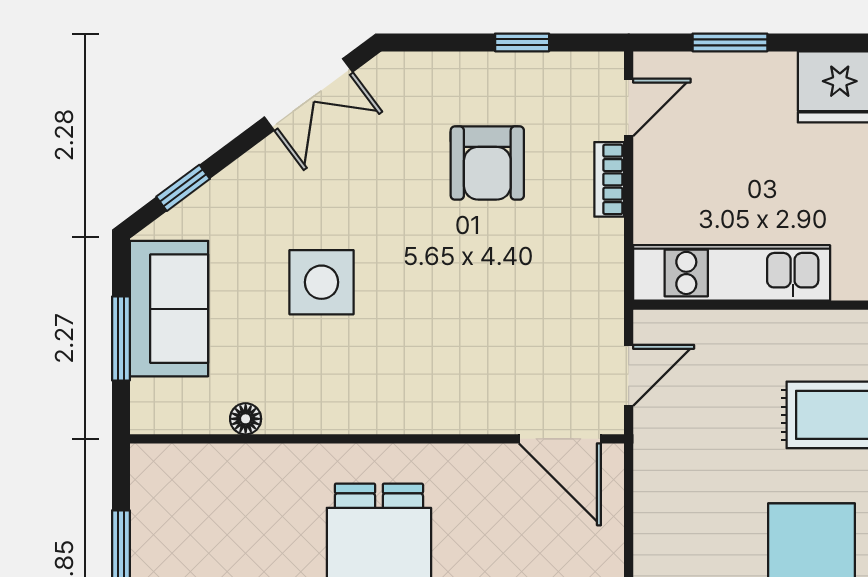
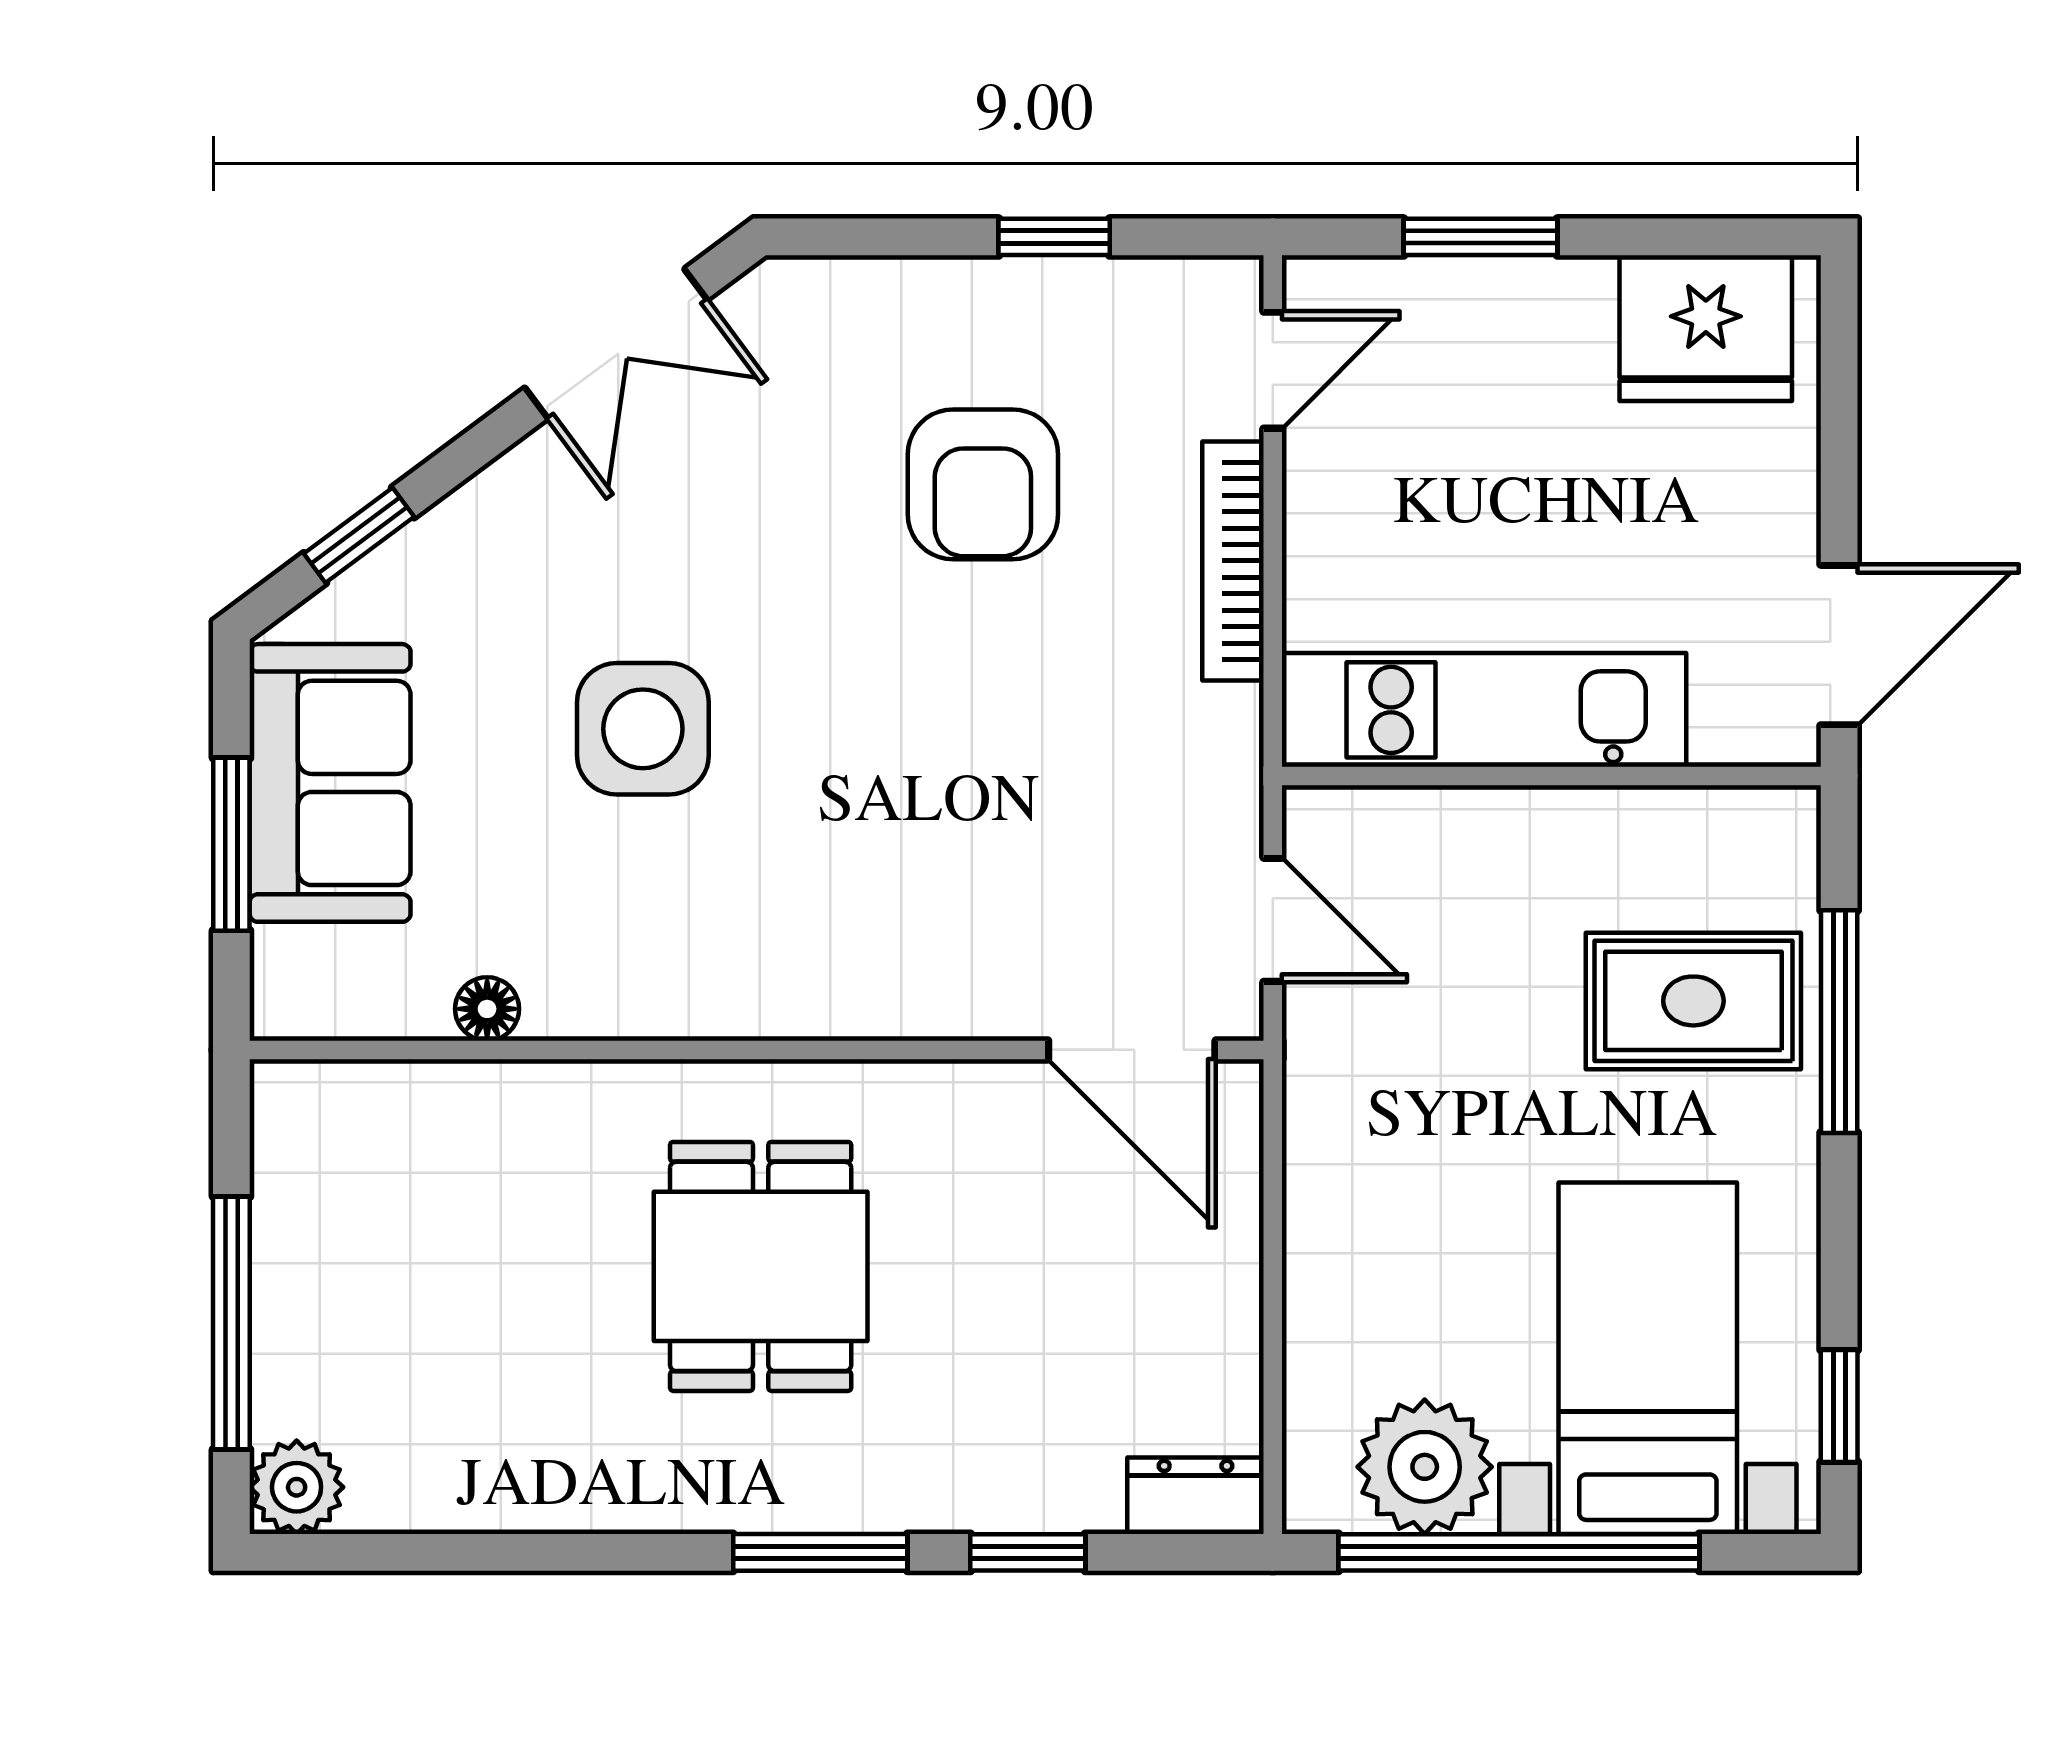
bookcase: (609, 179) -> (1233, 561), width x1.56
door: (629, 375) -> (1273, 920), hinge flipped

